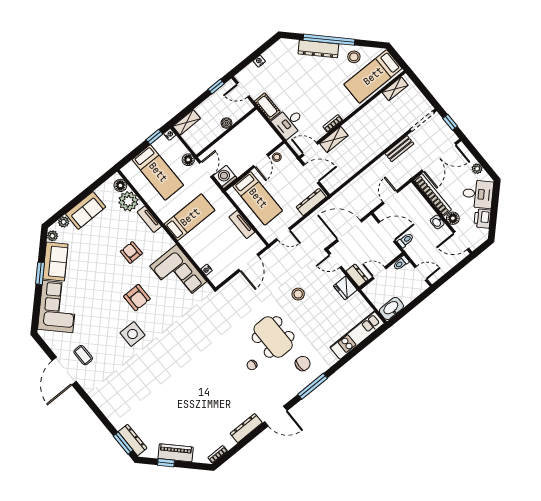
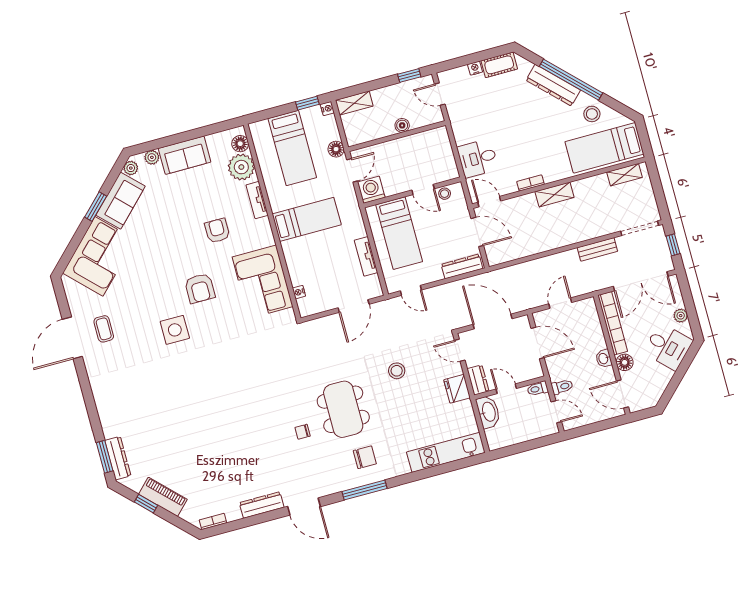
cot: (267, 107) -> (499, 65), moved, turned 90
shelving: (334, 139) -> (555, 194), moved
door: (261, 161) -> (423, 189), hinge flipped
printer: (482, 219) -> (660, 379), removed
toilet: (406, 240) -> (562, 387), moved
washbasin: (391, 308) -> (488, 412), moved, turned 90

